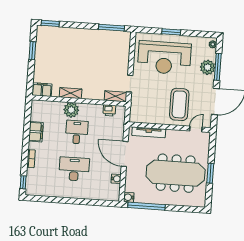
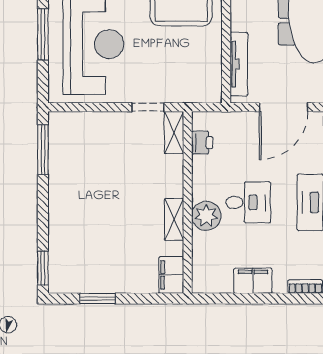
window: (171, 32) -> (43, 34), width x1.44
desk: (77, 132) -> (248, 202), turned 180

